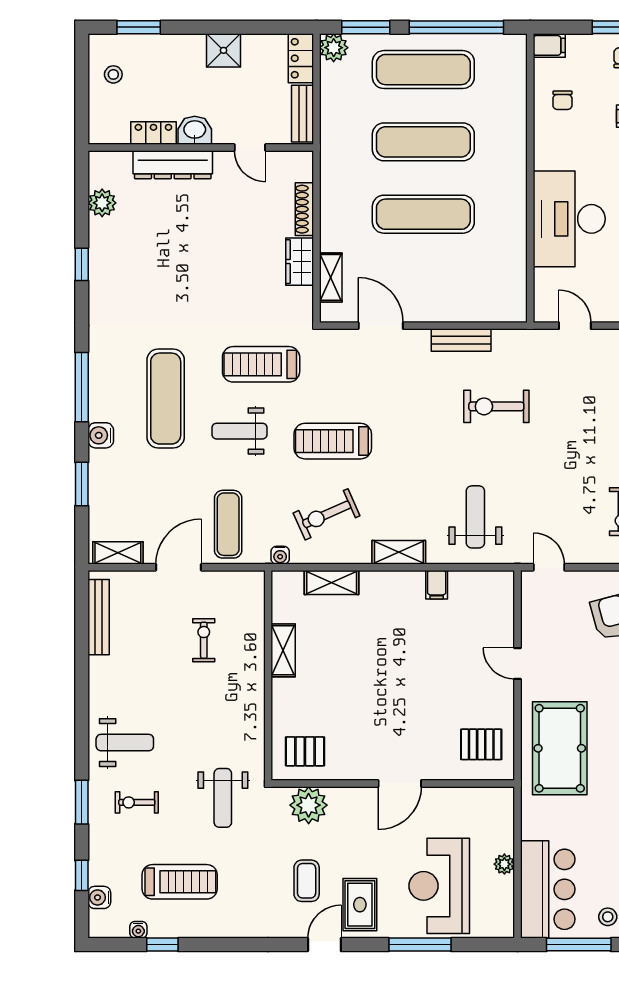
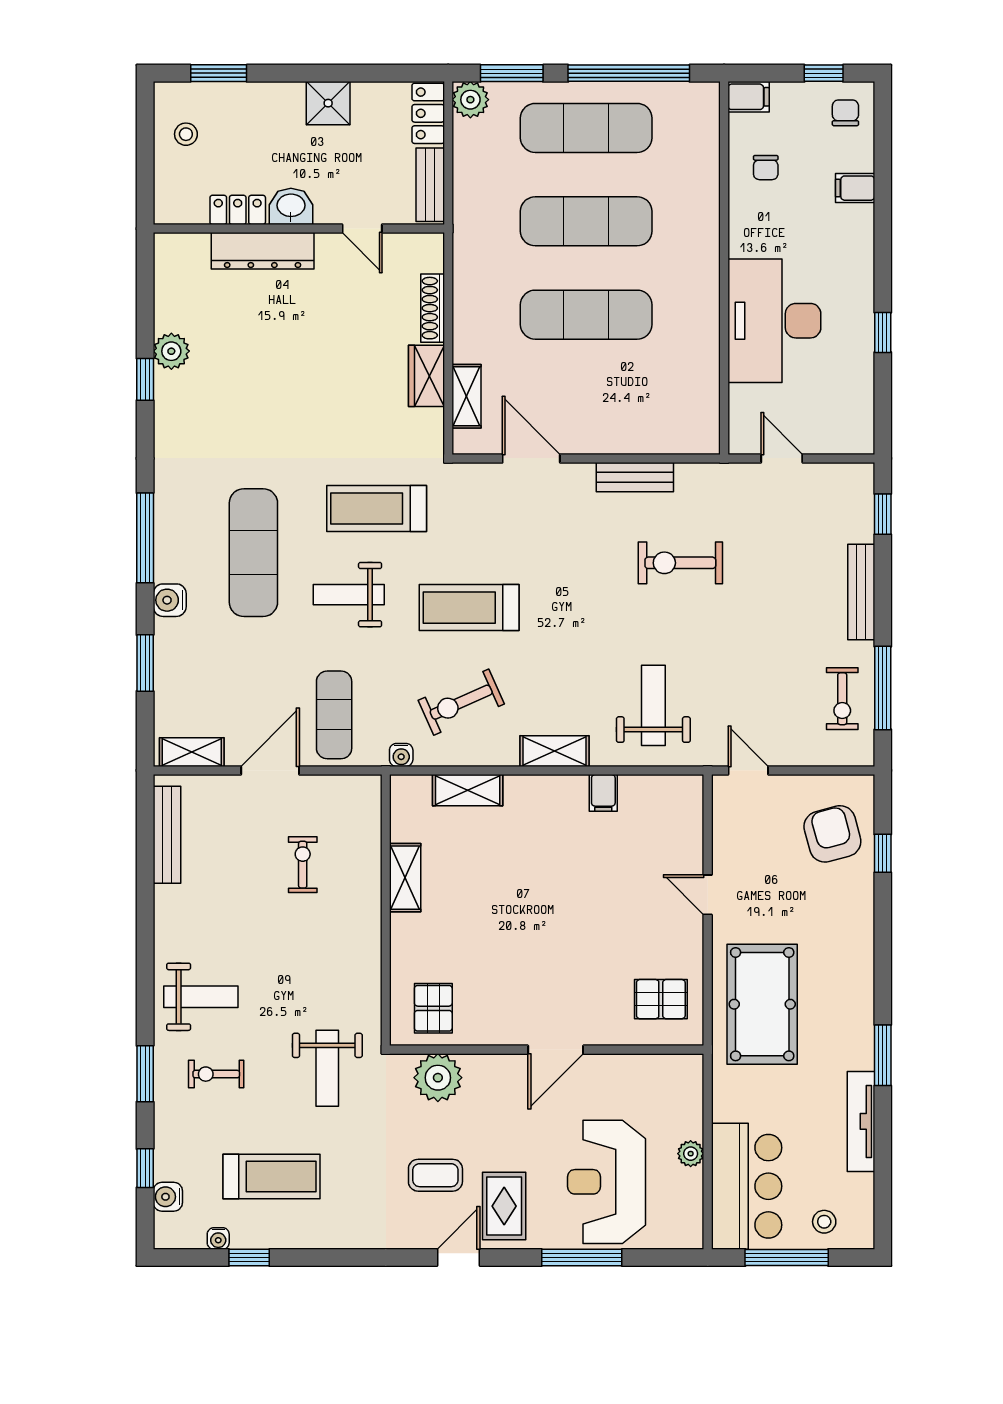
plant: (102, 203) -> (171, 351), moved
pallet: (305, 751) -> (433, 1008), turned 90
coffee table: (307, 881) -> (435, 1175), turned 90

